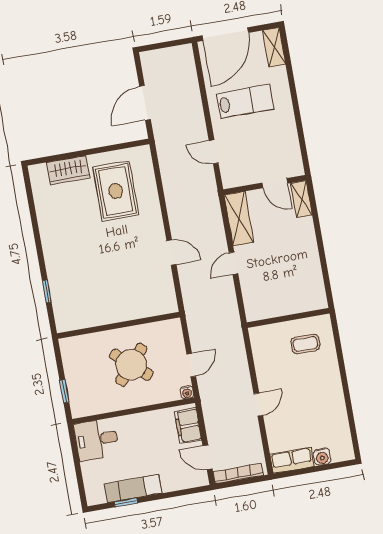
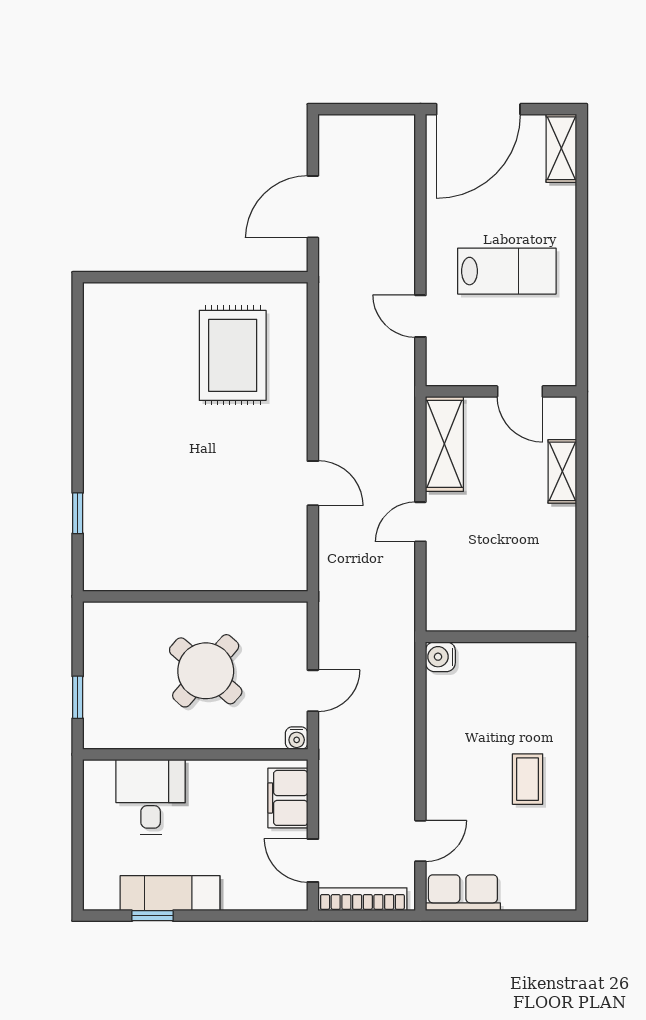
lab bench: (245, 101) -> (507, 271), moved
wardrobe: (68, 170) -> (154, 303), removed
shelving: (301, 199) -> (562, 471), moved
coffee table: (305, 344) -> (528, 779), moved, turned 90
door: (258, 405) -> (420, 841), moved
desk: (97, 440) -> (151, 797), moved, turned 90
water cooler: (322, 457) -> (440, 657), moved, turned 90

